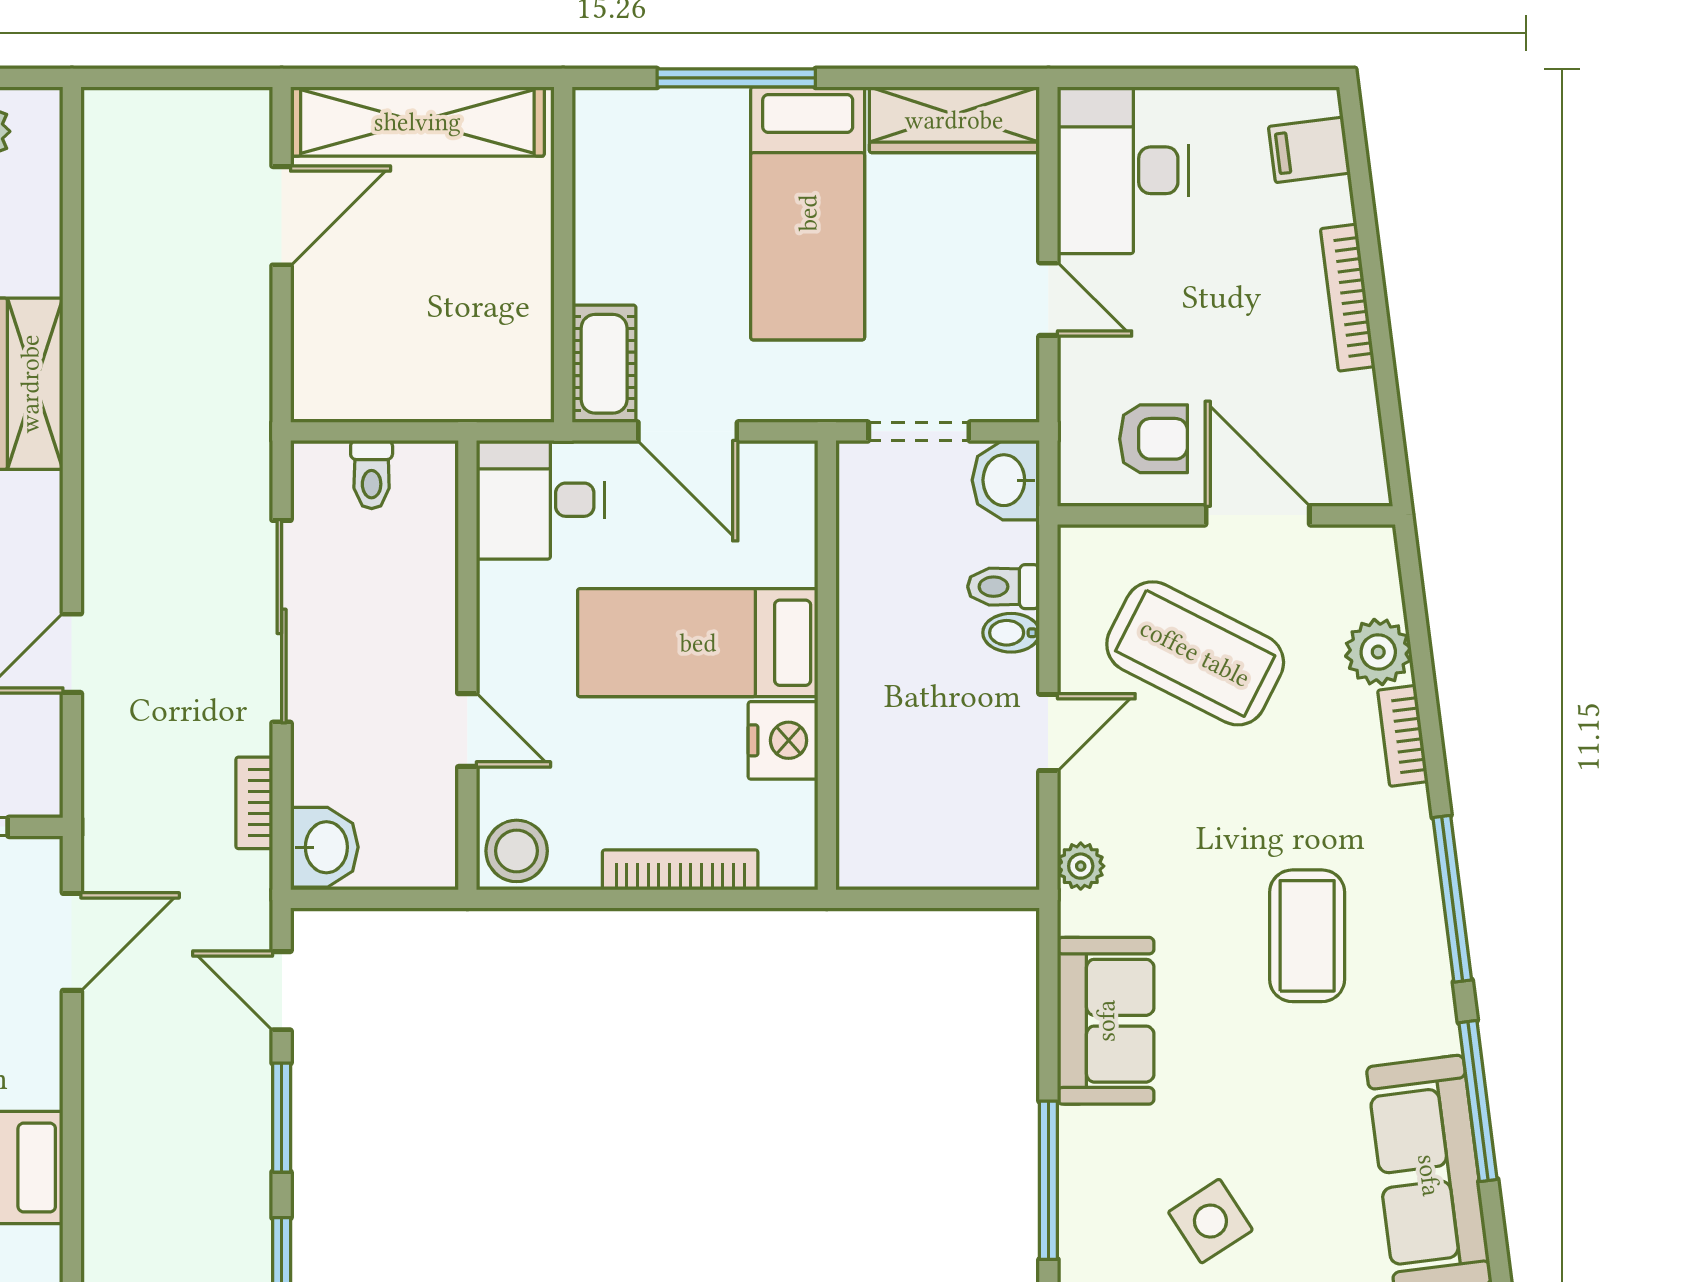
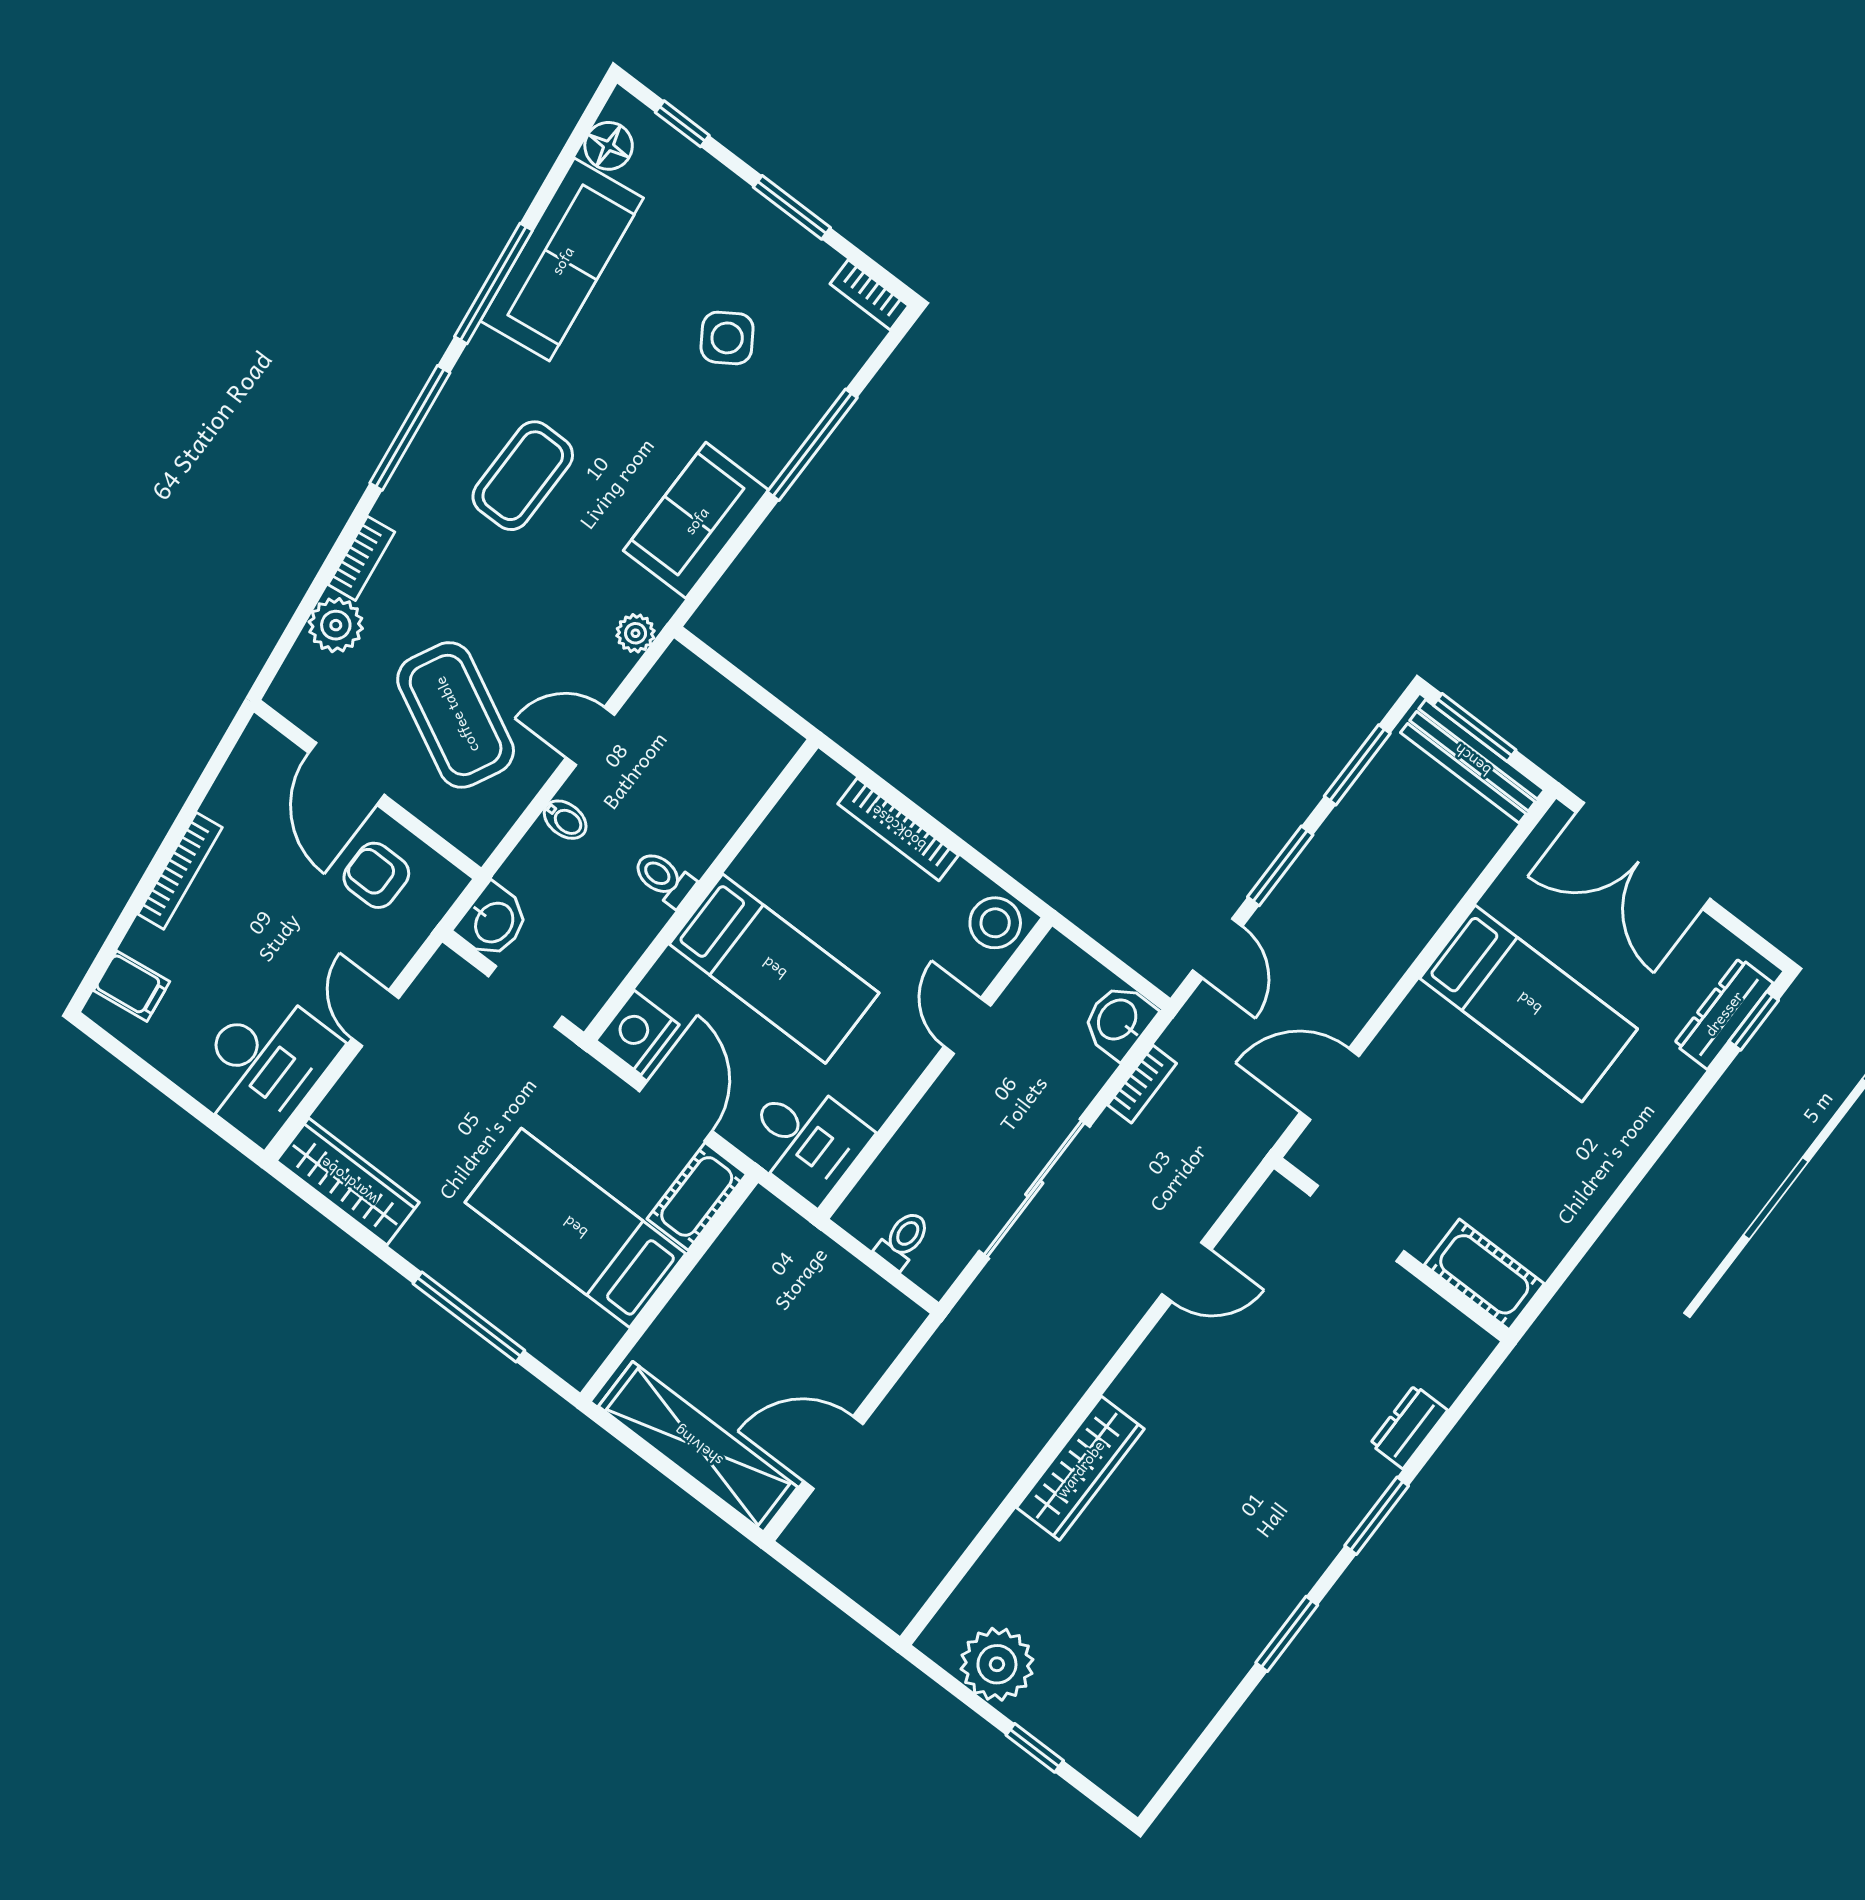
bed: (808, 213) -> (575, 1228), moved, turned -90
toilet: (1004, 587) -> (664, 878), moved, turned 180
nightstand: (783, 740) -> (637, 1033), moved

